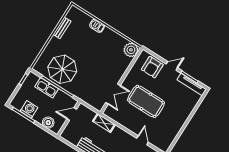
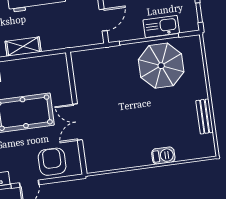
plant: (131, 50) -> (96, 161), removed
double door: (113, 94) -> (77, 122), moved
shelving: (104, 123) -> (23, 47), moved

